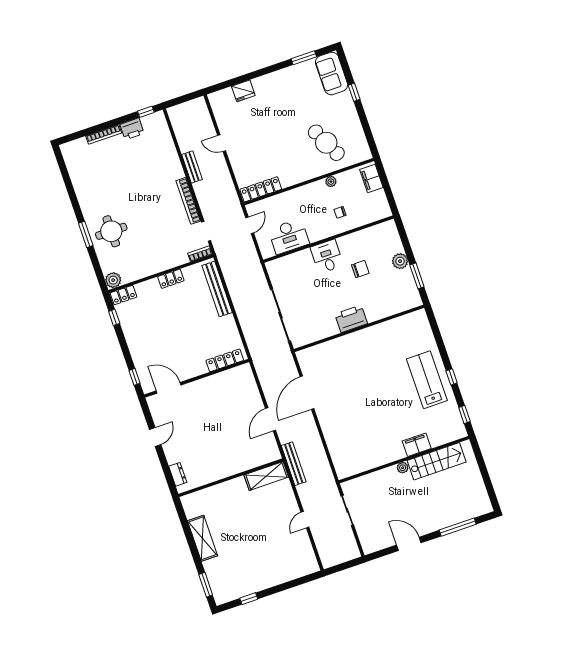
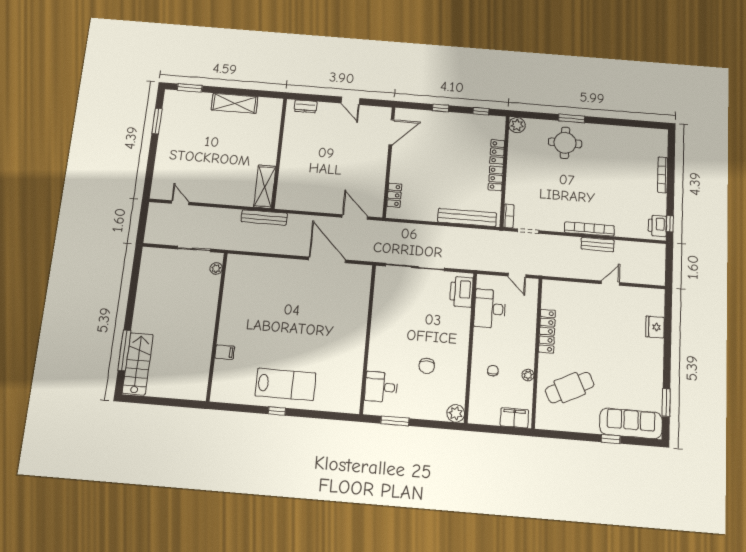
sofa: (332, 73) -> (631, 423), width x1.36
printer: (132, 129) -> (657, 226), moved
locker: (261, 189) -> (547, 331), moved
bookcase: (188, 201) -> (589, 229), moved
desk: (327, 256) -> (381, 387), moved, turned 180
plant: (400, 261) -> (456, 413), moved
locker: (123, 295) -> (497, 152), moved
printer: (351, 319) -> (461, 292), moved, turned 180
locker: (225, 360) -> (394, 195), width x0.66
window: (135, 377) -> (441, 108), moved
window: (464, 415) -> (233, 407), removed
door: (271, 419) -> (355, 217), moved
filing cabinet: (417, 445) -> (225, 352), width x0.50
stairs: (437, 461) -> (138, 364), moved, turned 180
plant: (403, 468) -> (216, 268), moved
door: (305, 520) -> (180, 203), moved
door: (409, 544) -> (132, 294), removed
window: (249, 599) -> (157, 121), width x1.50

